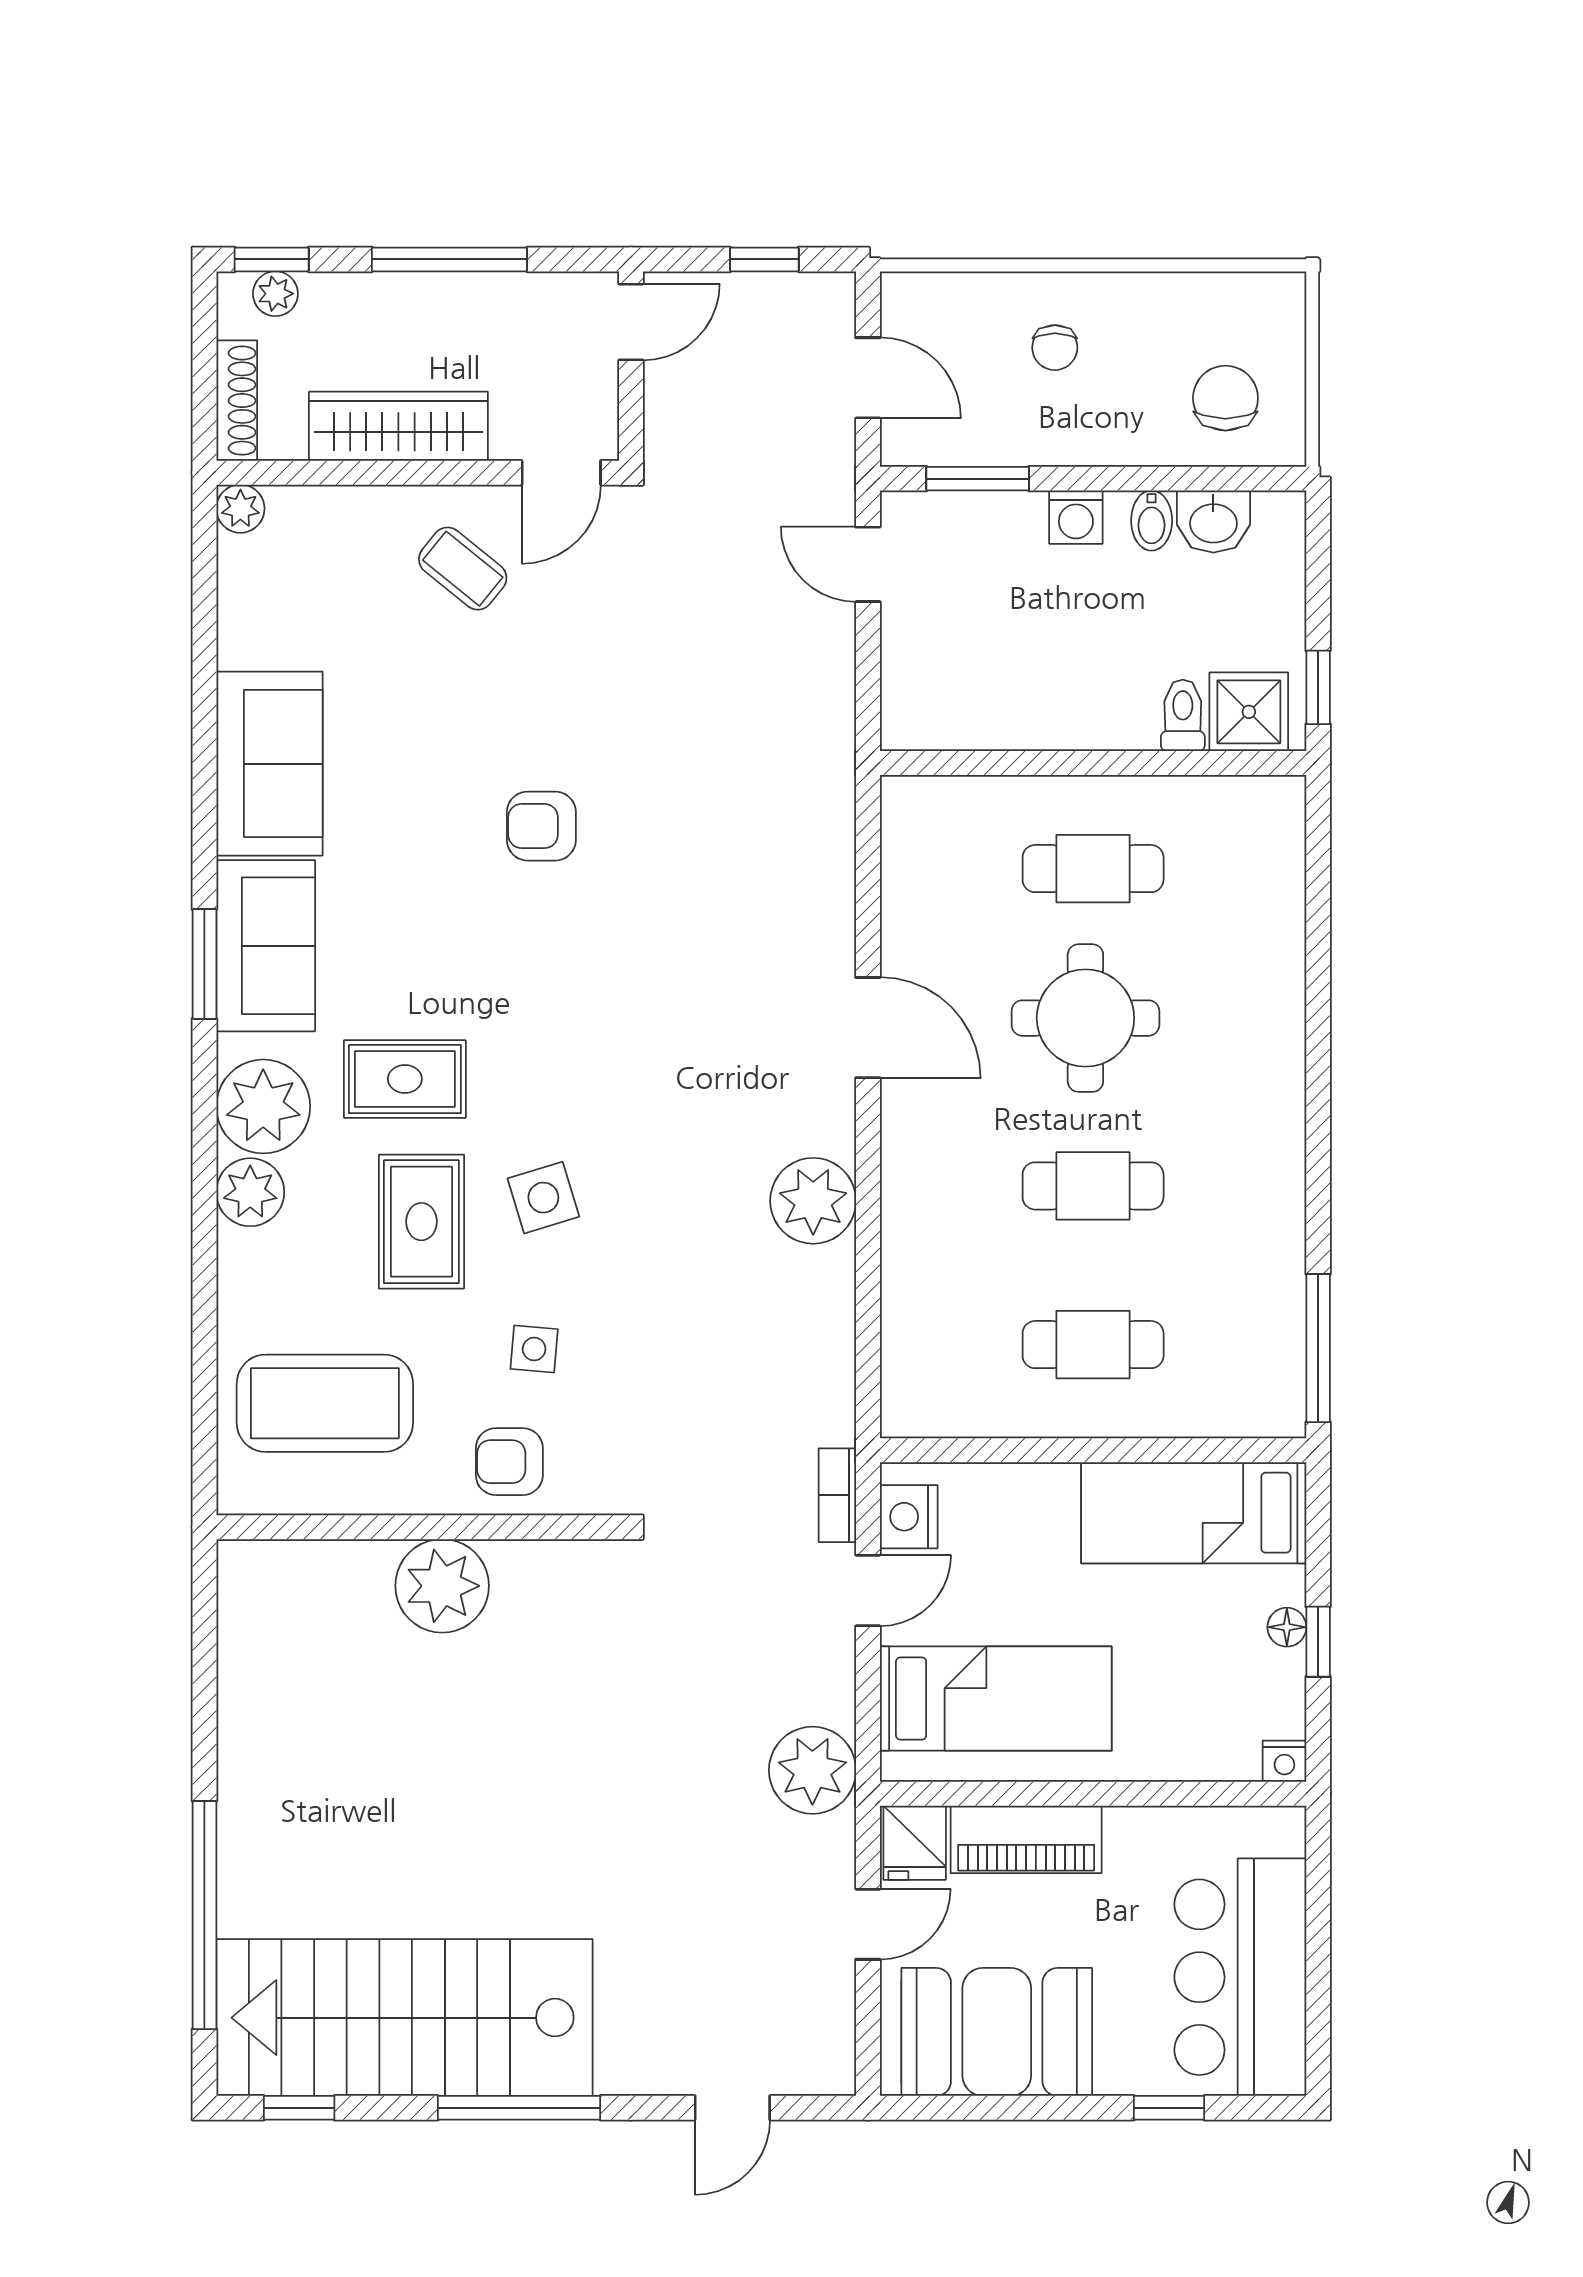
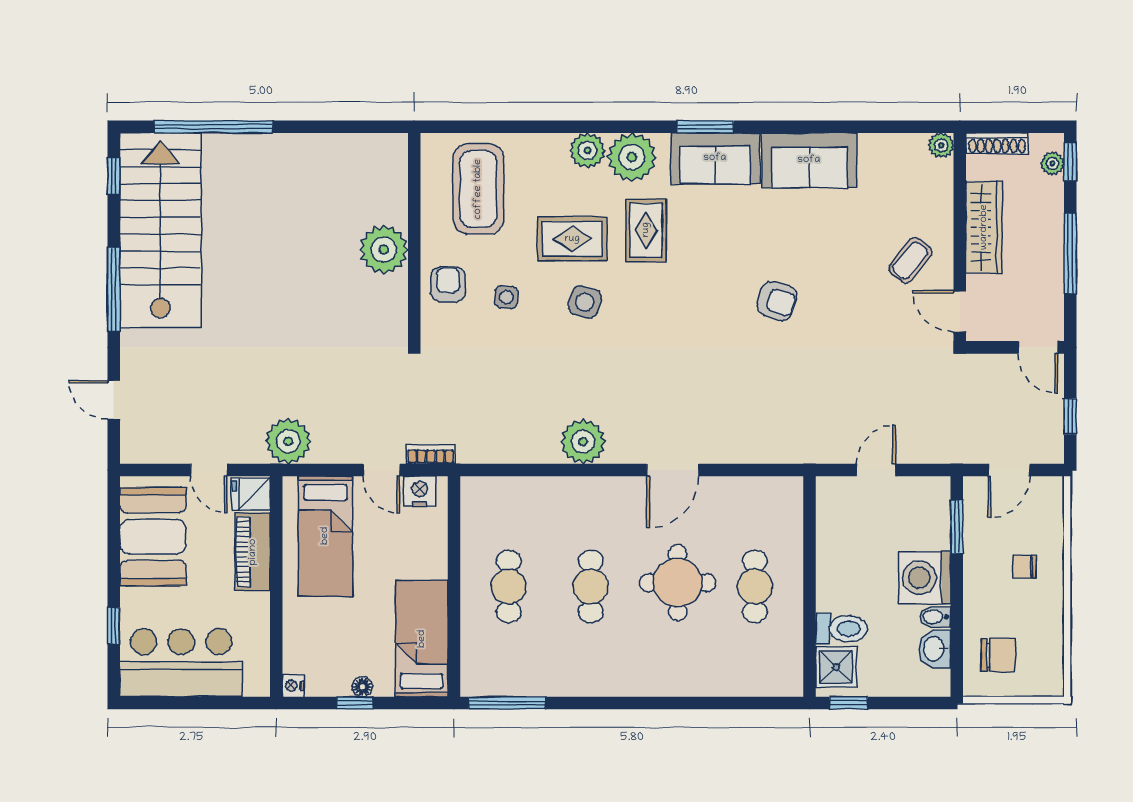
washing machine: (1076, 517) -> (925, 578), width x1.89, depth x1.89
door: (868, 564) -> (876, 470), moved
toilet: (1183, 715) -> (841, 629), width x1.37, depth x1.39
armchair: (541, 826) -> (777, 301), turned 107
side table: (543, 1198) -> (585, 302), turned 34

